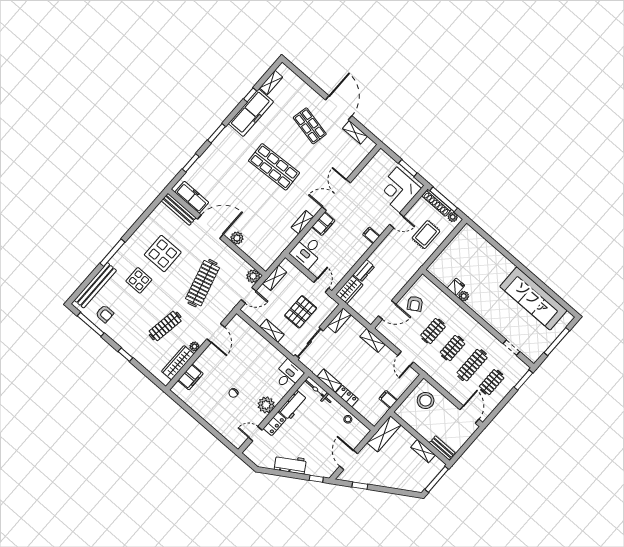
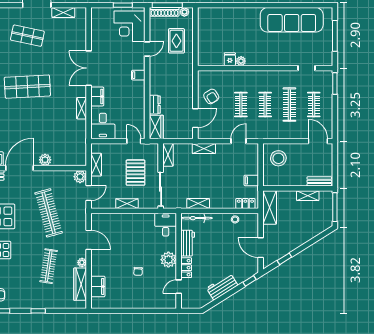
door: (406, 359) -> (239, 141), swing flipped
locker: (347, 396) -> (245, 204), moved

